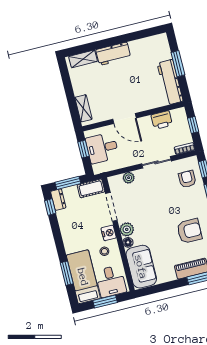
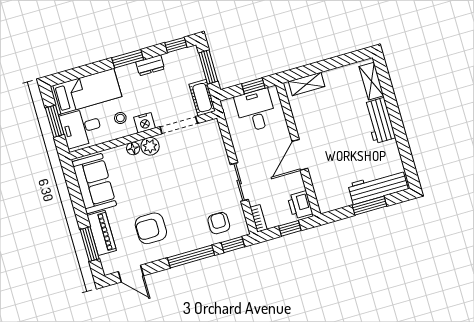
workbench: (170, 82) -> (378, 187), moved
door: (124, 119) -> (300, 155), moved
printer: (162, 120) -> (300, 205), moved
plant: (129, 178) -> (218, 146), removed
armchair: (187, 179) -> (219, 223), turned -90
dresser: (58, 200) -> (150, 65), moved
armchair: (189, 231) -> (151, 228), turned 90
sofa: (141, 267) -> (94, 184), moved, turned -90
window: (67, 273) -> (128, 59), moved

